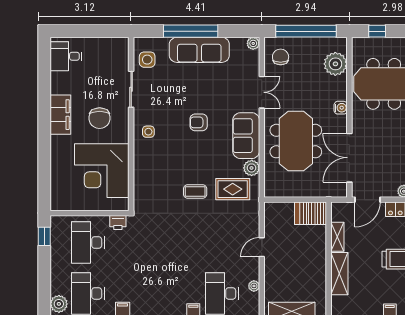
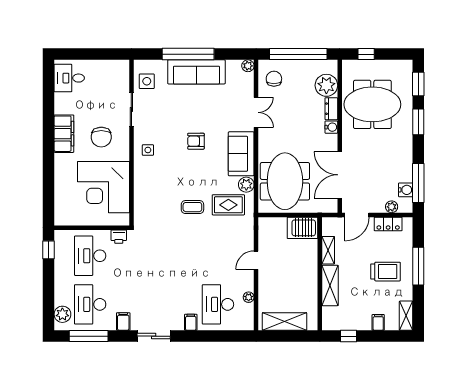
dresser: (341, 88) -> (331, 109), added
meeting table: (296, 141) -> (285, 181), moved

